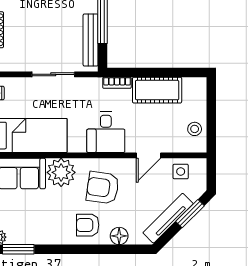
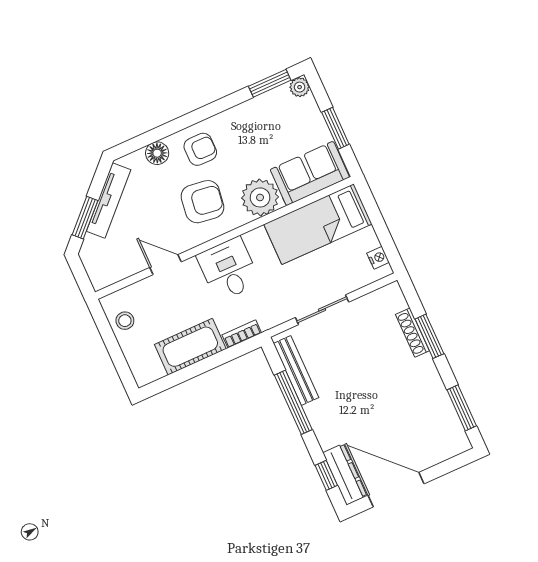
door: (148, 155) -> (165, 265), hinge flipped
side table: (181, 172) -> (119, 263), removed

